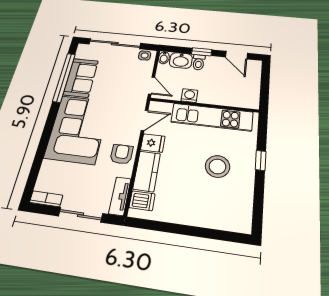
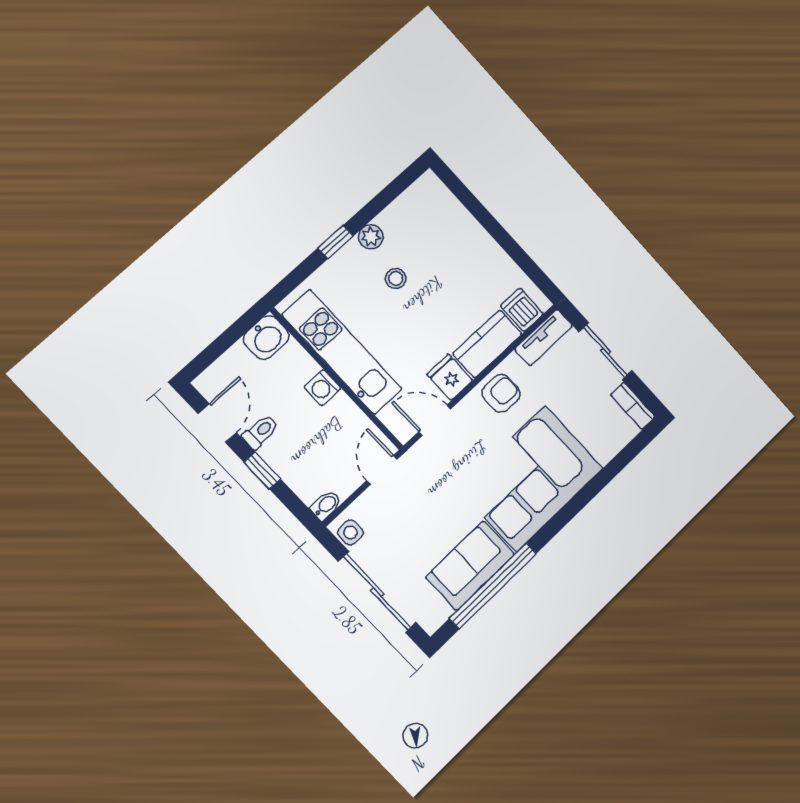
washbasin: (181, 60) -> (266, 337), moved, turned 90
toilet: (199, 62) -> (261, 432), moved
washing machine: (189, 96) -> (323, 388), moved
armchair: (122, 154) -> (501, 393), turned 180
stool: (218, 166) -> (396, 278), width x0.53, depth x0.53
plant: (247, 176) -> (371, 237), added

